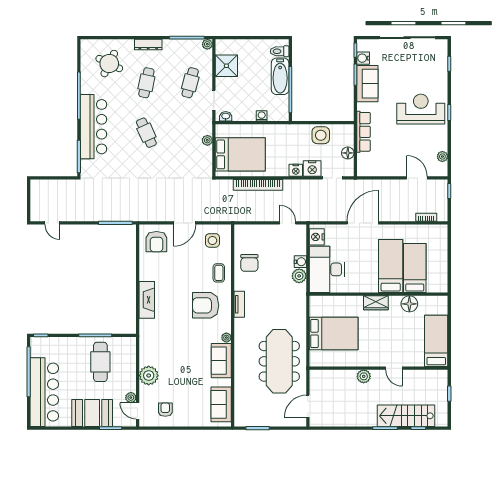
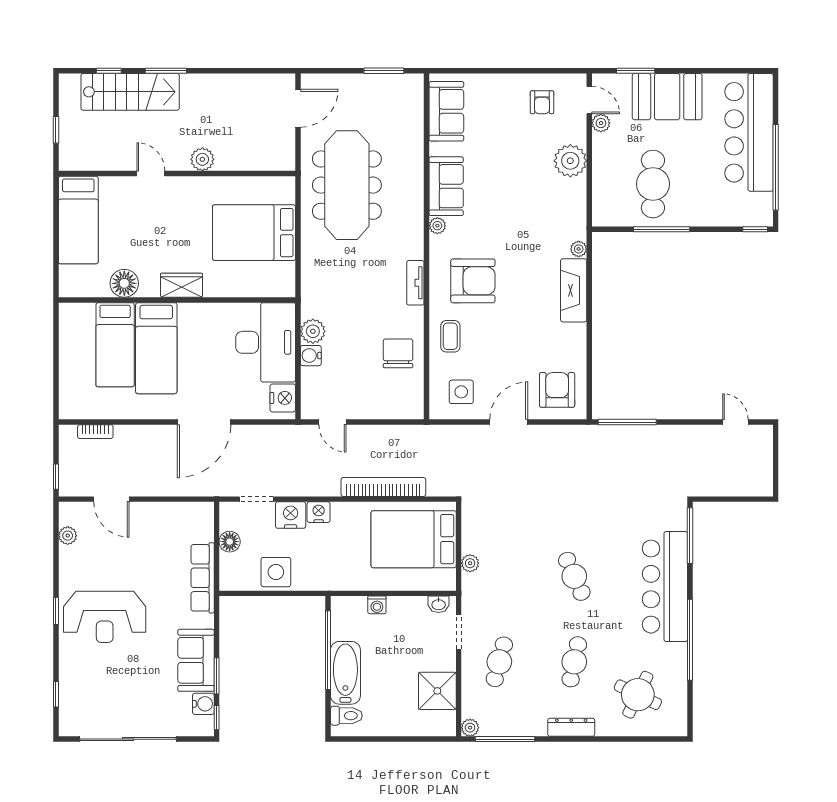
plant: (144, 324) -> (579, 249), added

